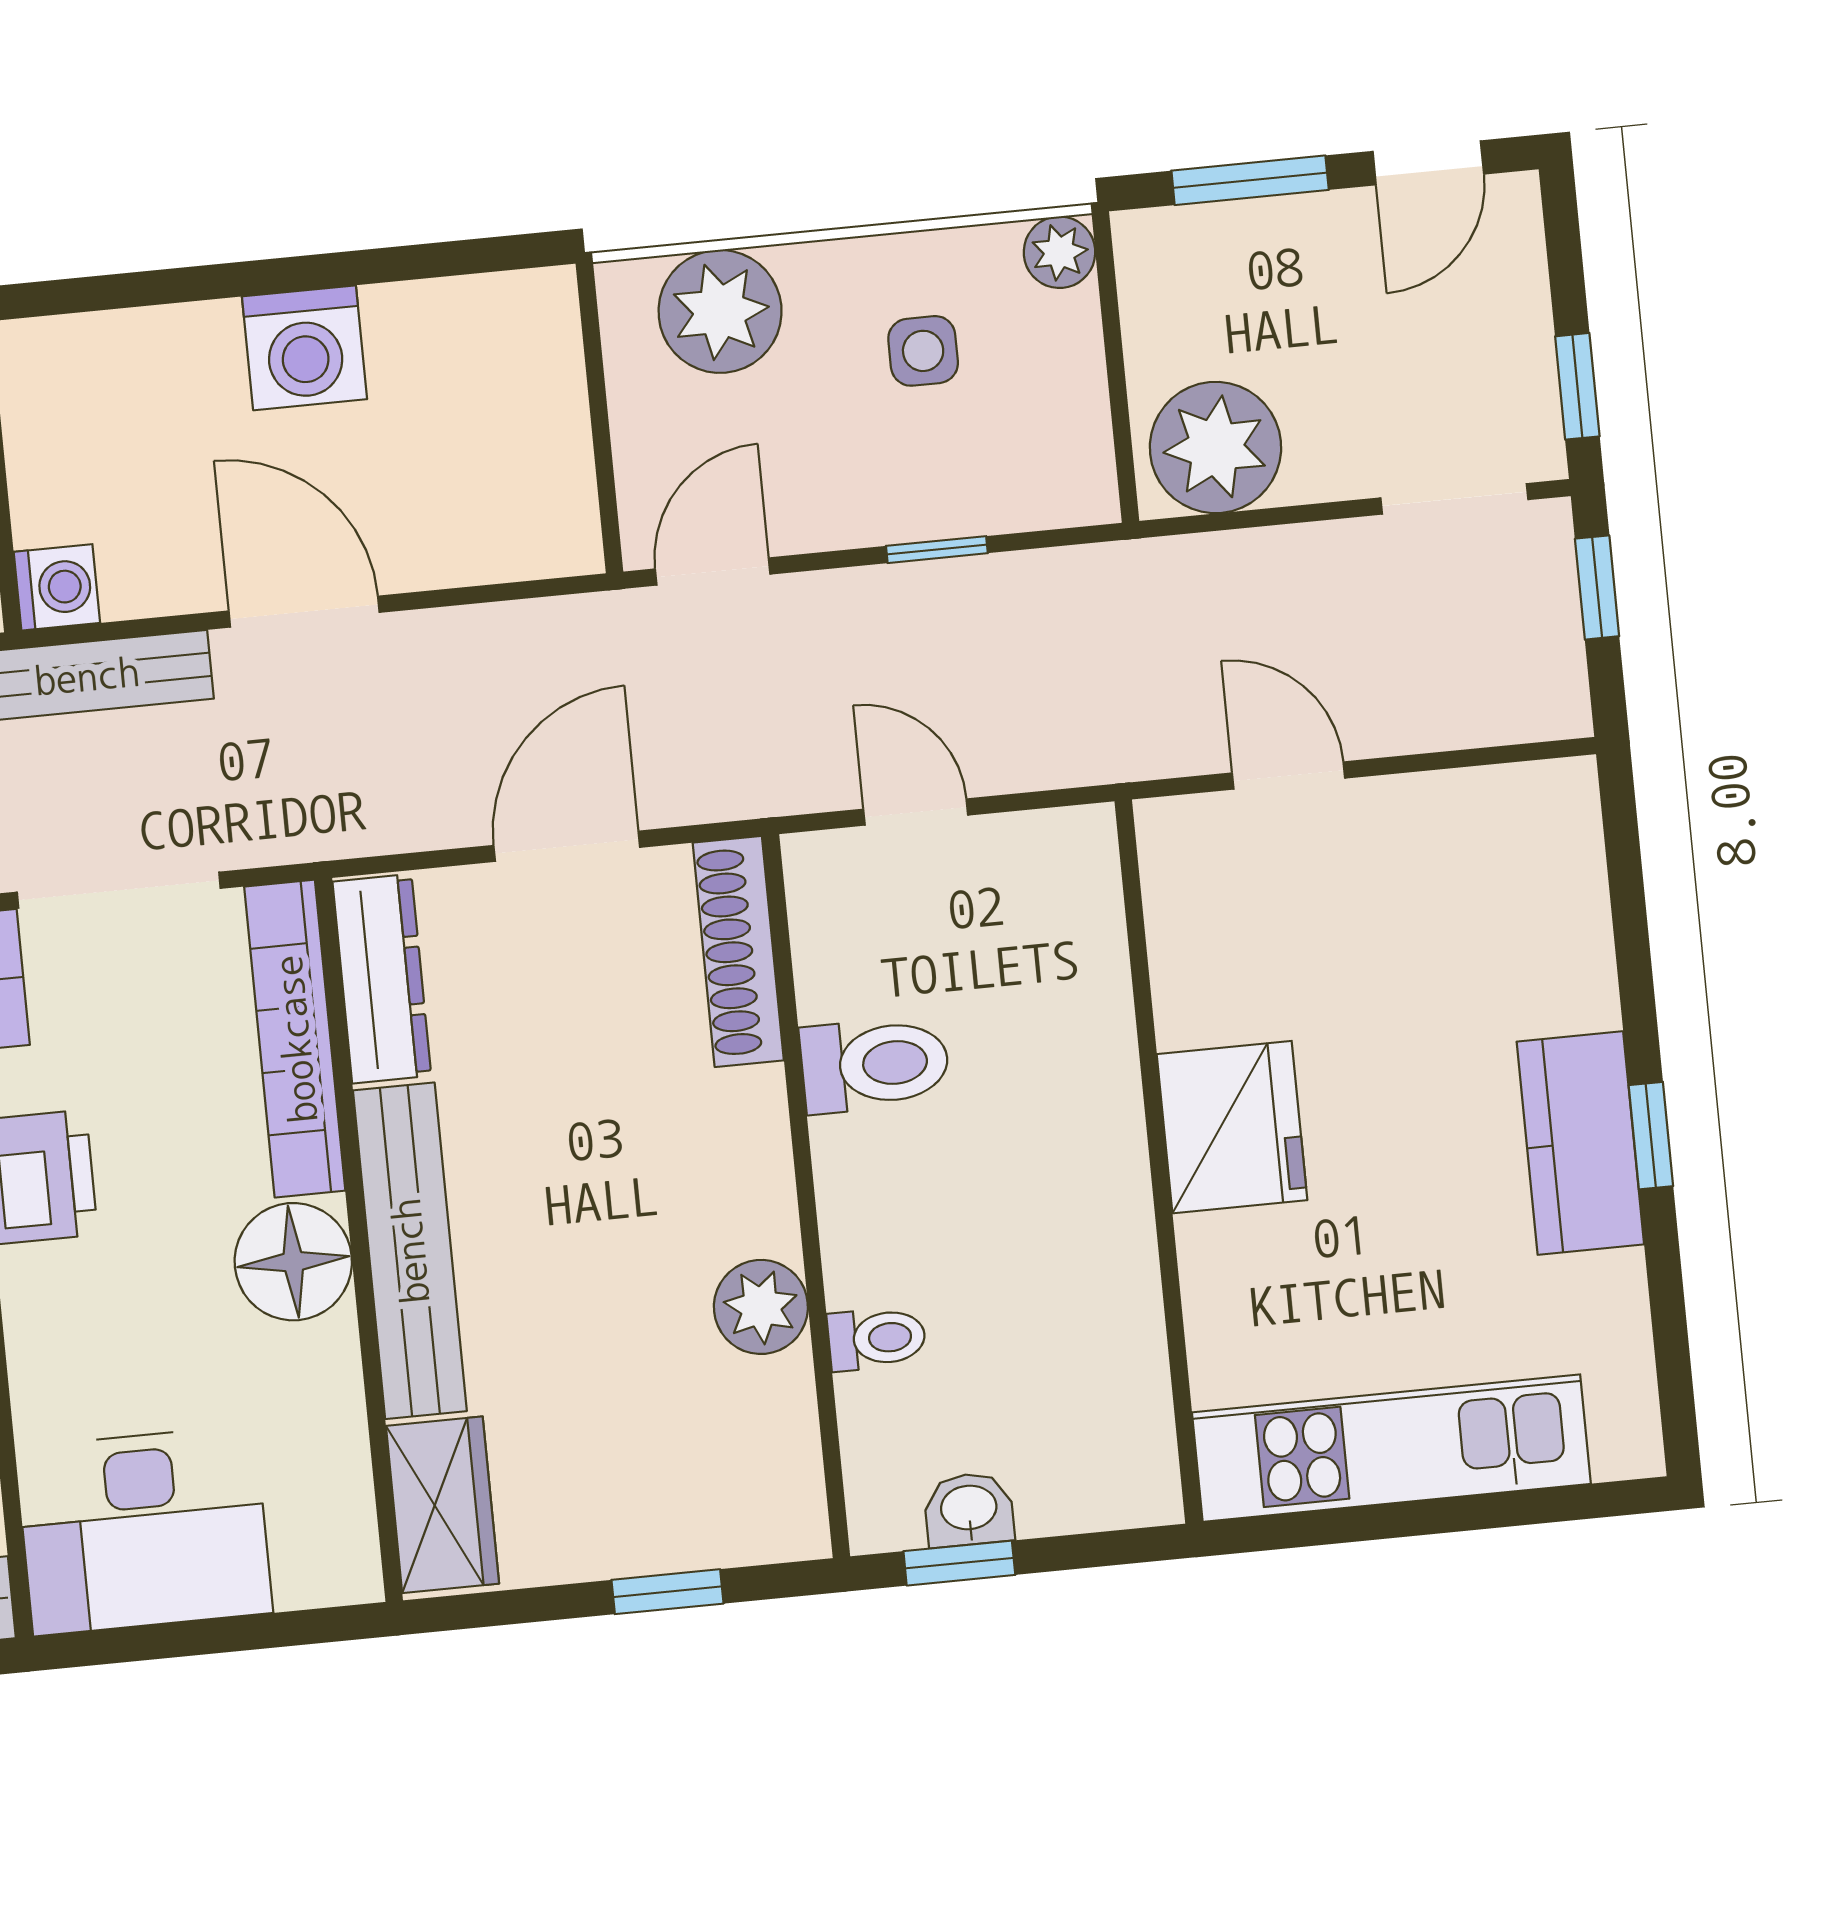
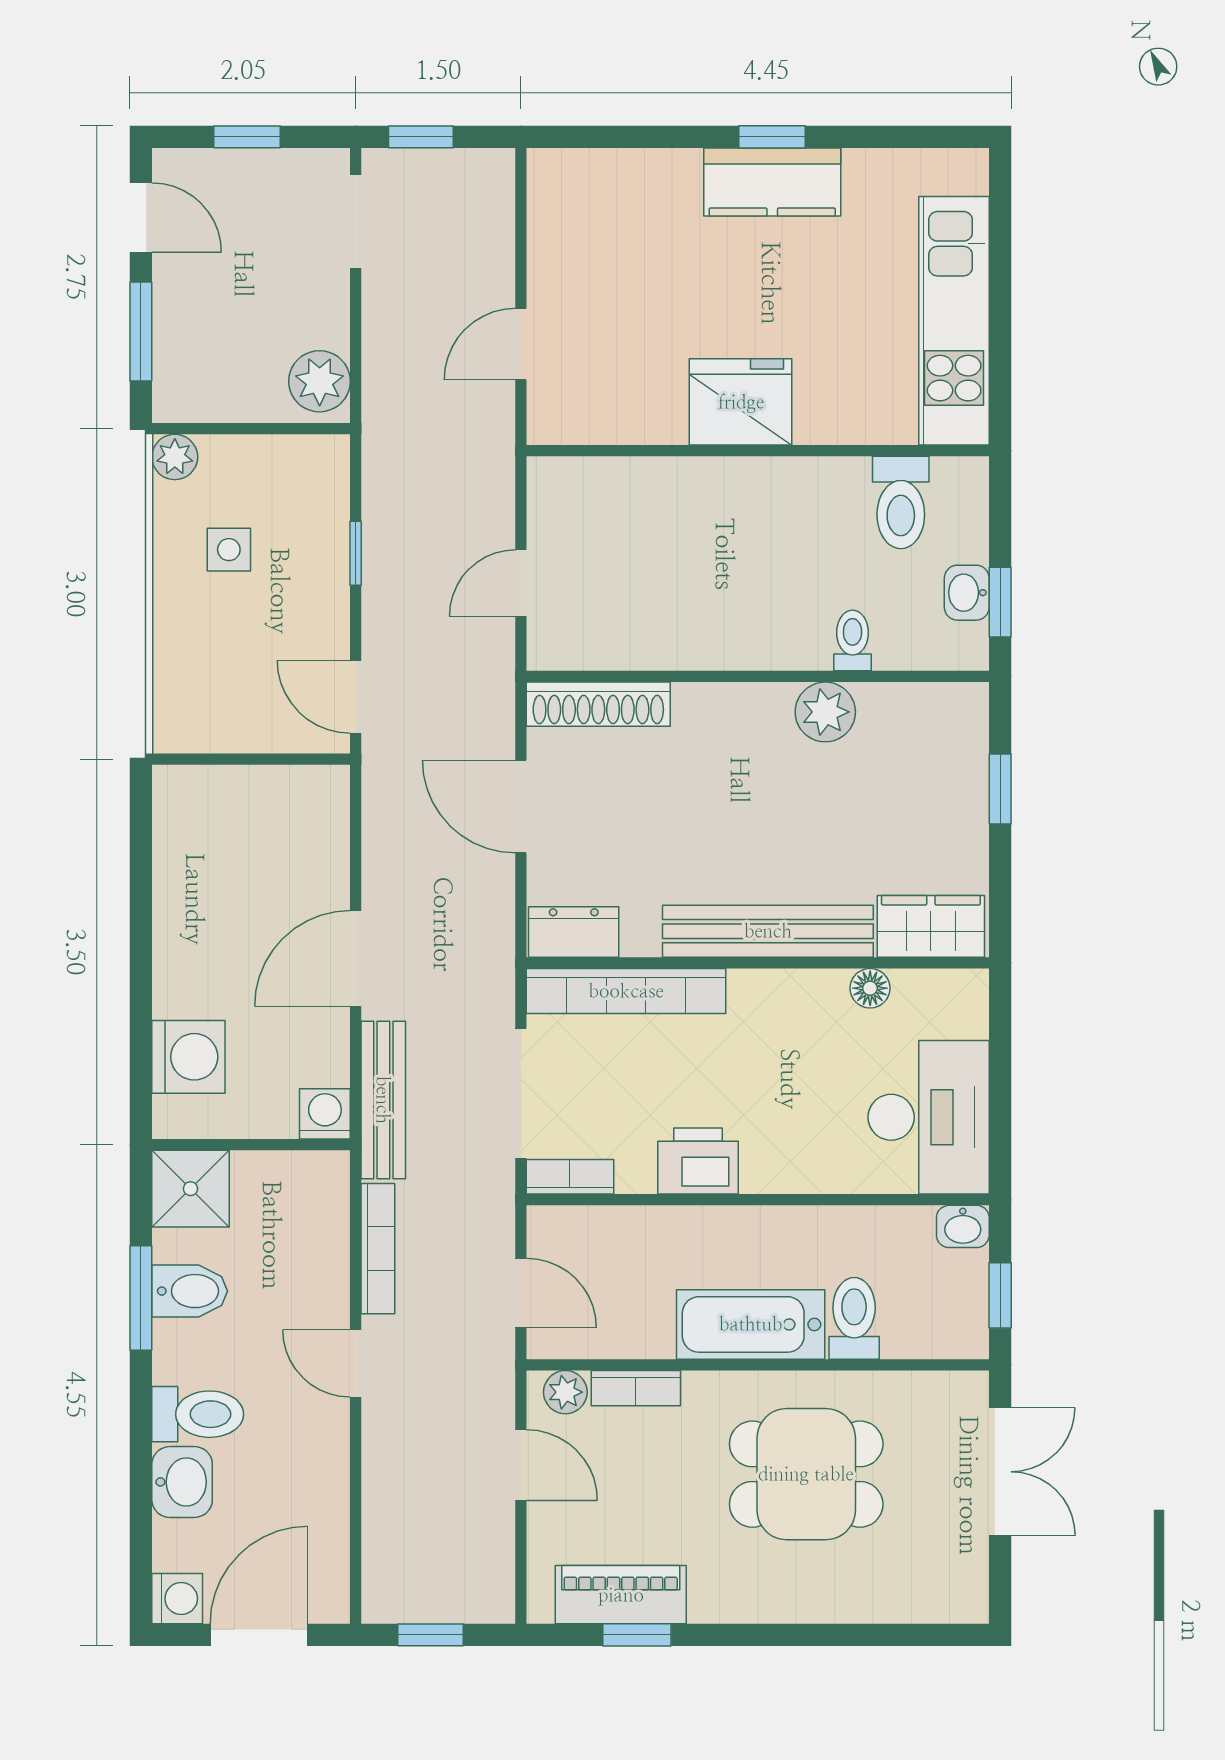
plant: (720, 311) -> (191, 676), removed
washing machine: (304, 348) -> (188, 1057), moved
window: (1577, 386) -> (247, 137), moved
plant: (1216, 448) -> (320, 381), width x0.73, depth x0.73
dresser: (382, 979) -> (574, 932), width x0.70
toilet: (875, 1064) -> (901, 503), moved, turned 180
floor lamp: (293, 1262) -> (870, 988), moved, width x0.53, depth x0.53

